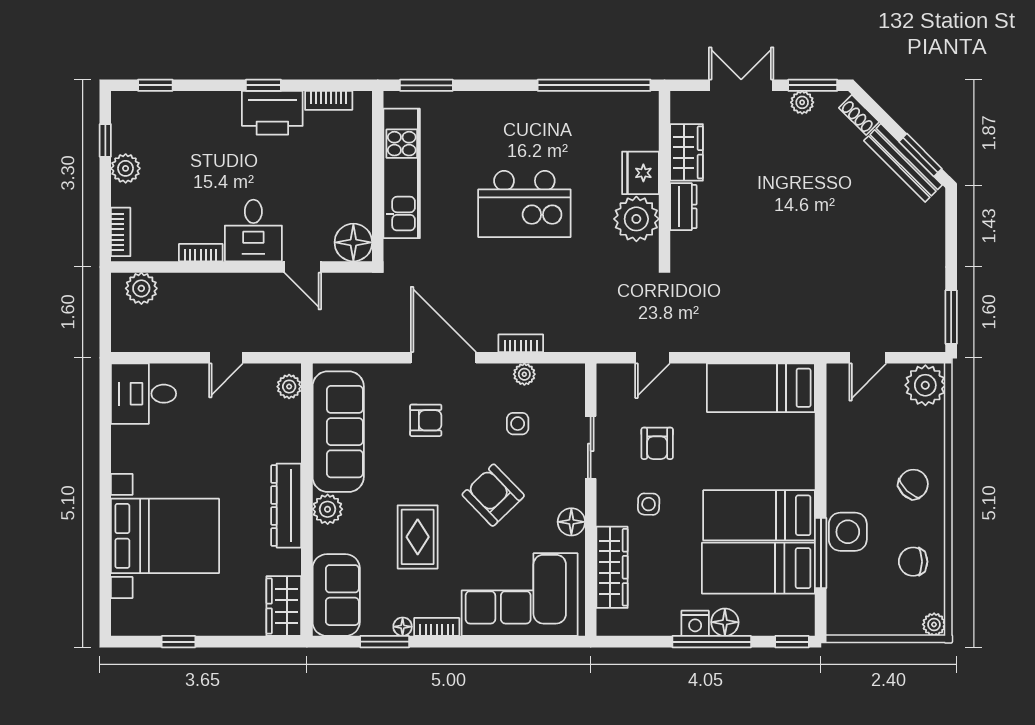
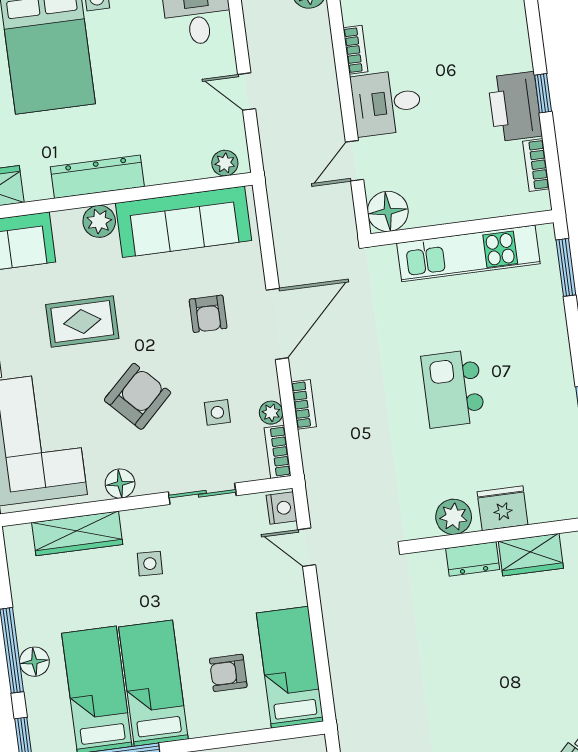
kitchen island: (524, 204) -> (453, 389), width x0.73, depth x0.78
plant: (636, 219) -> (454, 517), width x0.73, depth x0.73
bookcase: (561, 373) -> (278, 452), added
armchair: (657, 443) -> (228, 673), moved
nightstand: (695, 623) -> (282, 508), moved, turned 180

